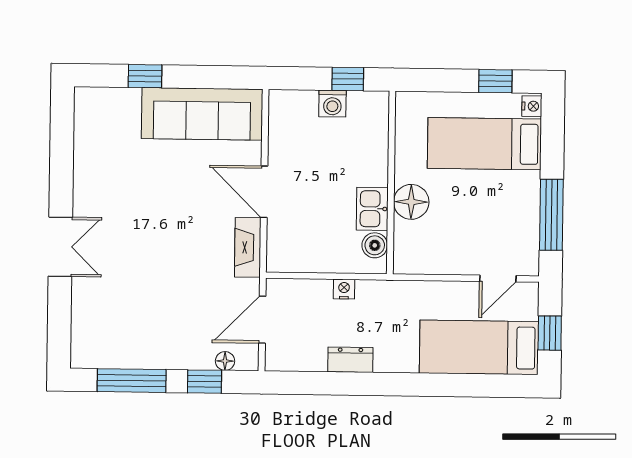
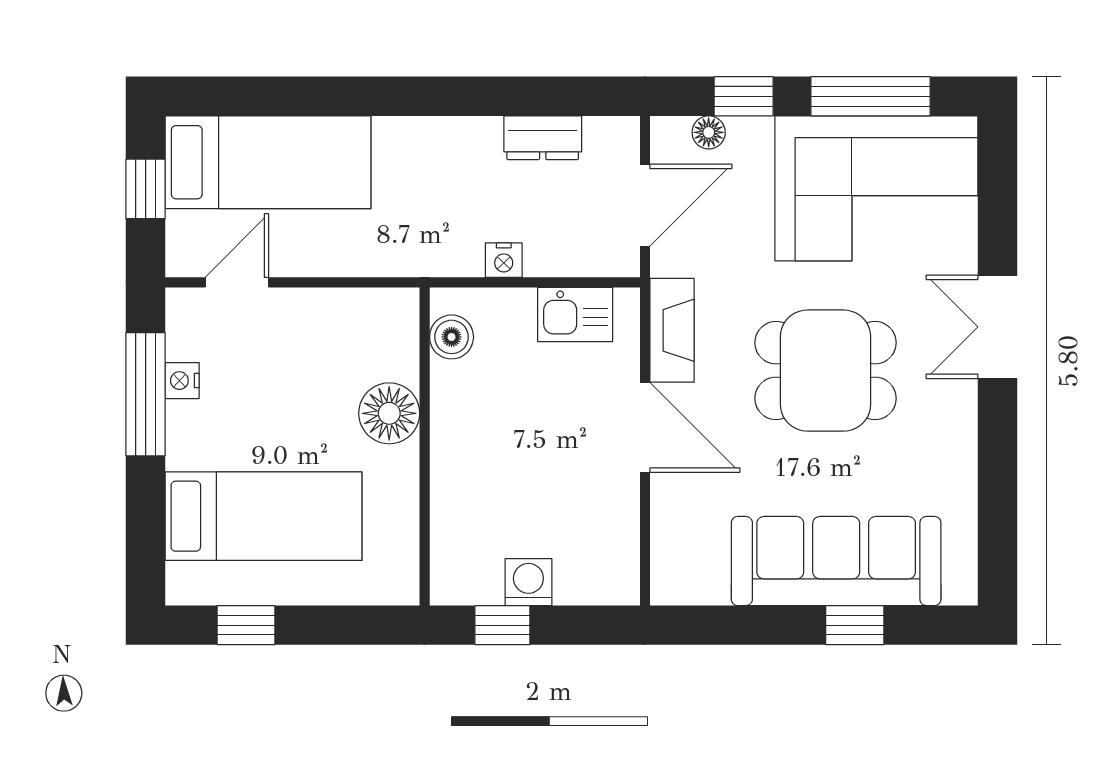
nightstand: (532, 106) -> (182, 381), moved
sofa: (202, 114) -> (836, 561), moved
kitchen sink: (372, 209) -> (575, 314), moved, turned 90
dining table: (160, 223) -> (825, 371), added
corner sofa: (129, 327) -> (876, 188), added
dresser: (350, 360) -> (543, 138), moved

